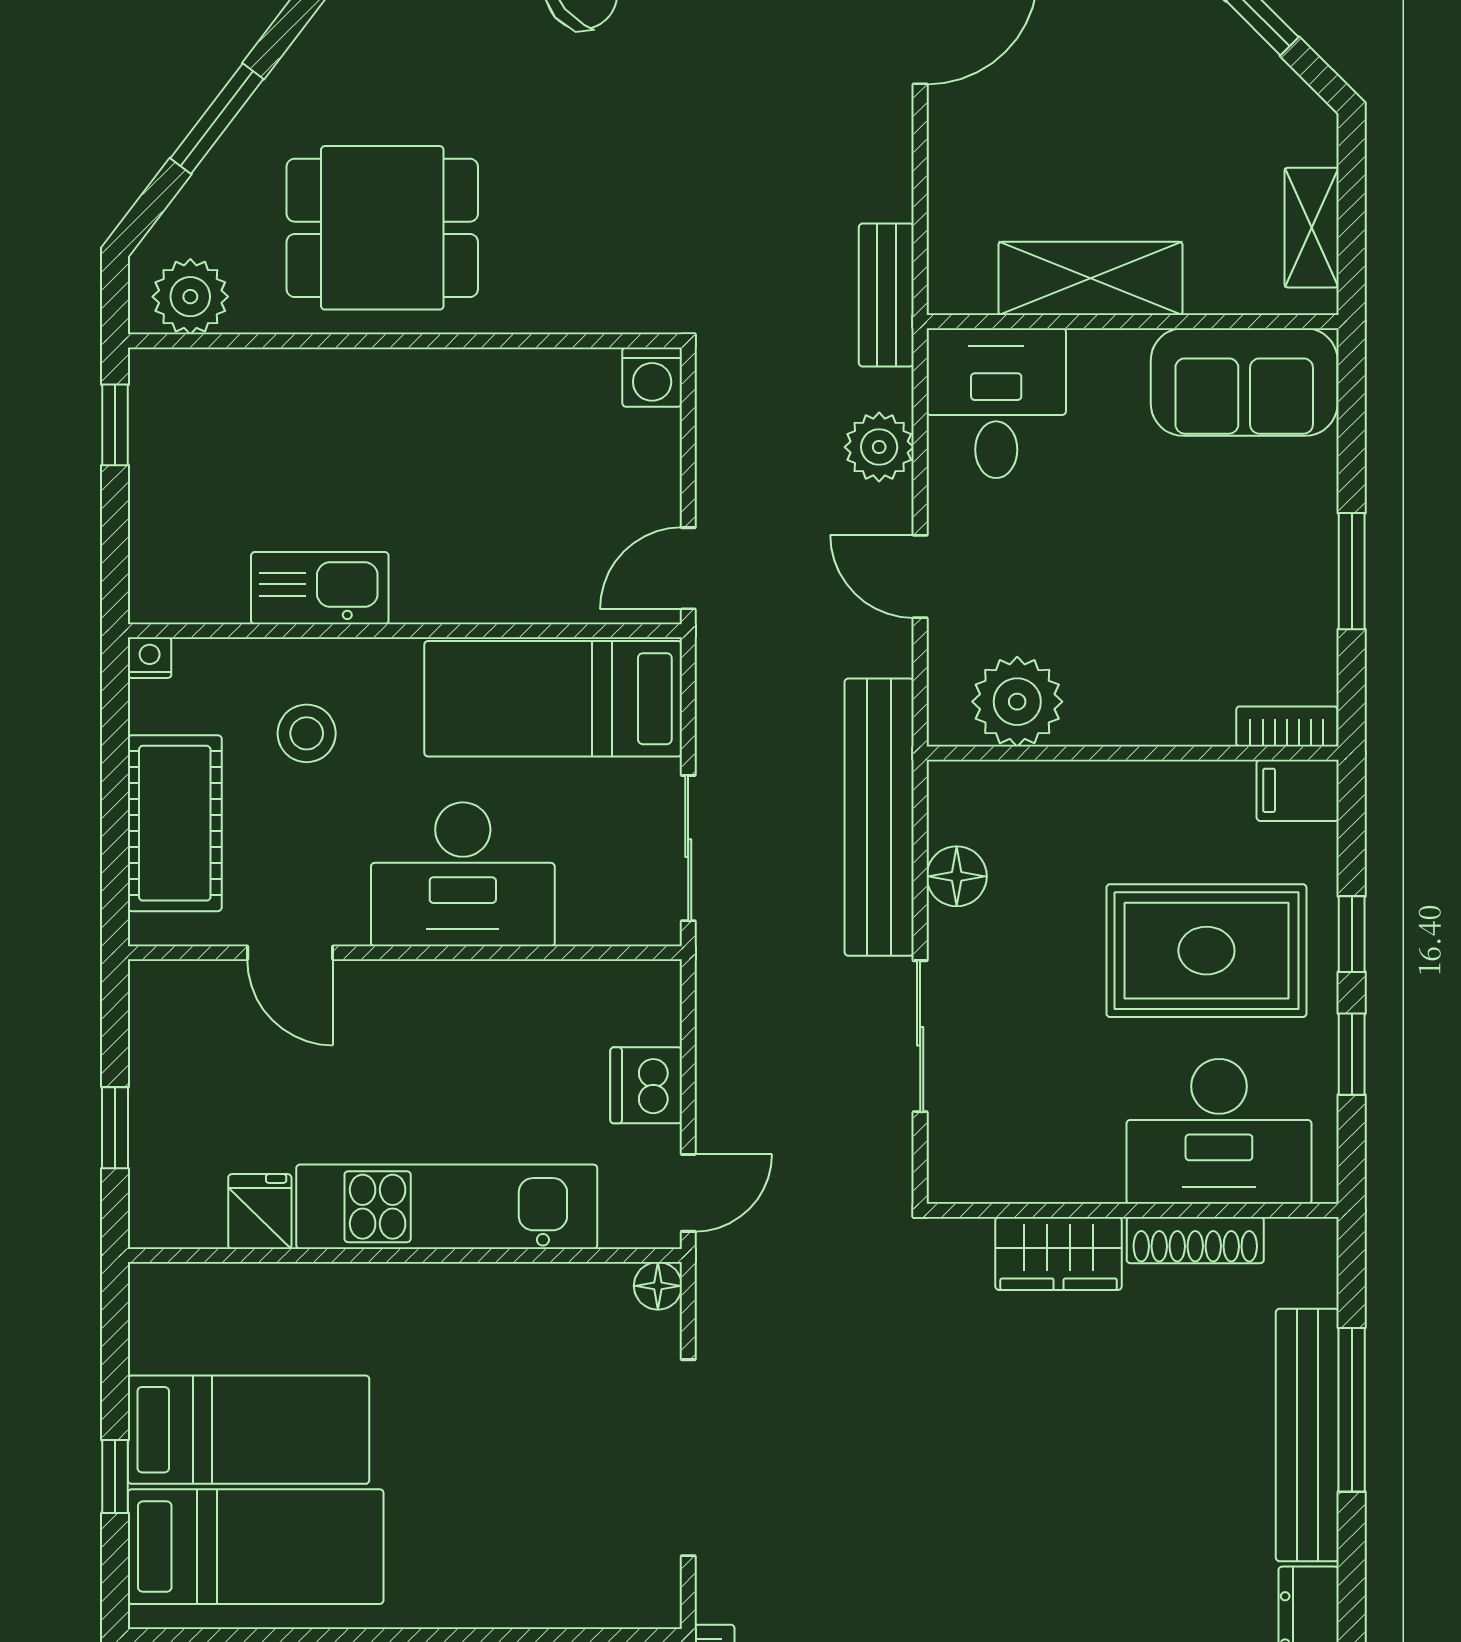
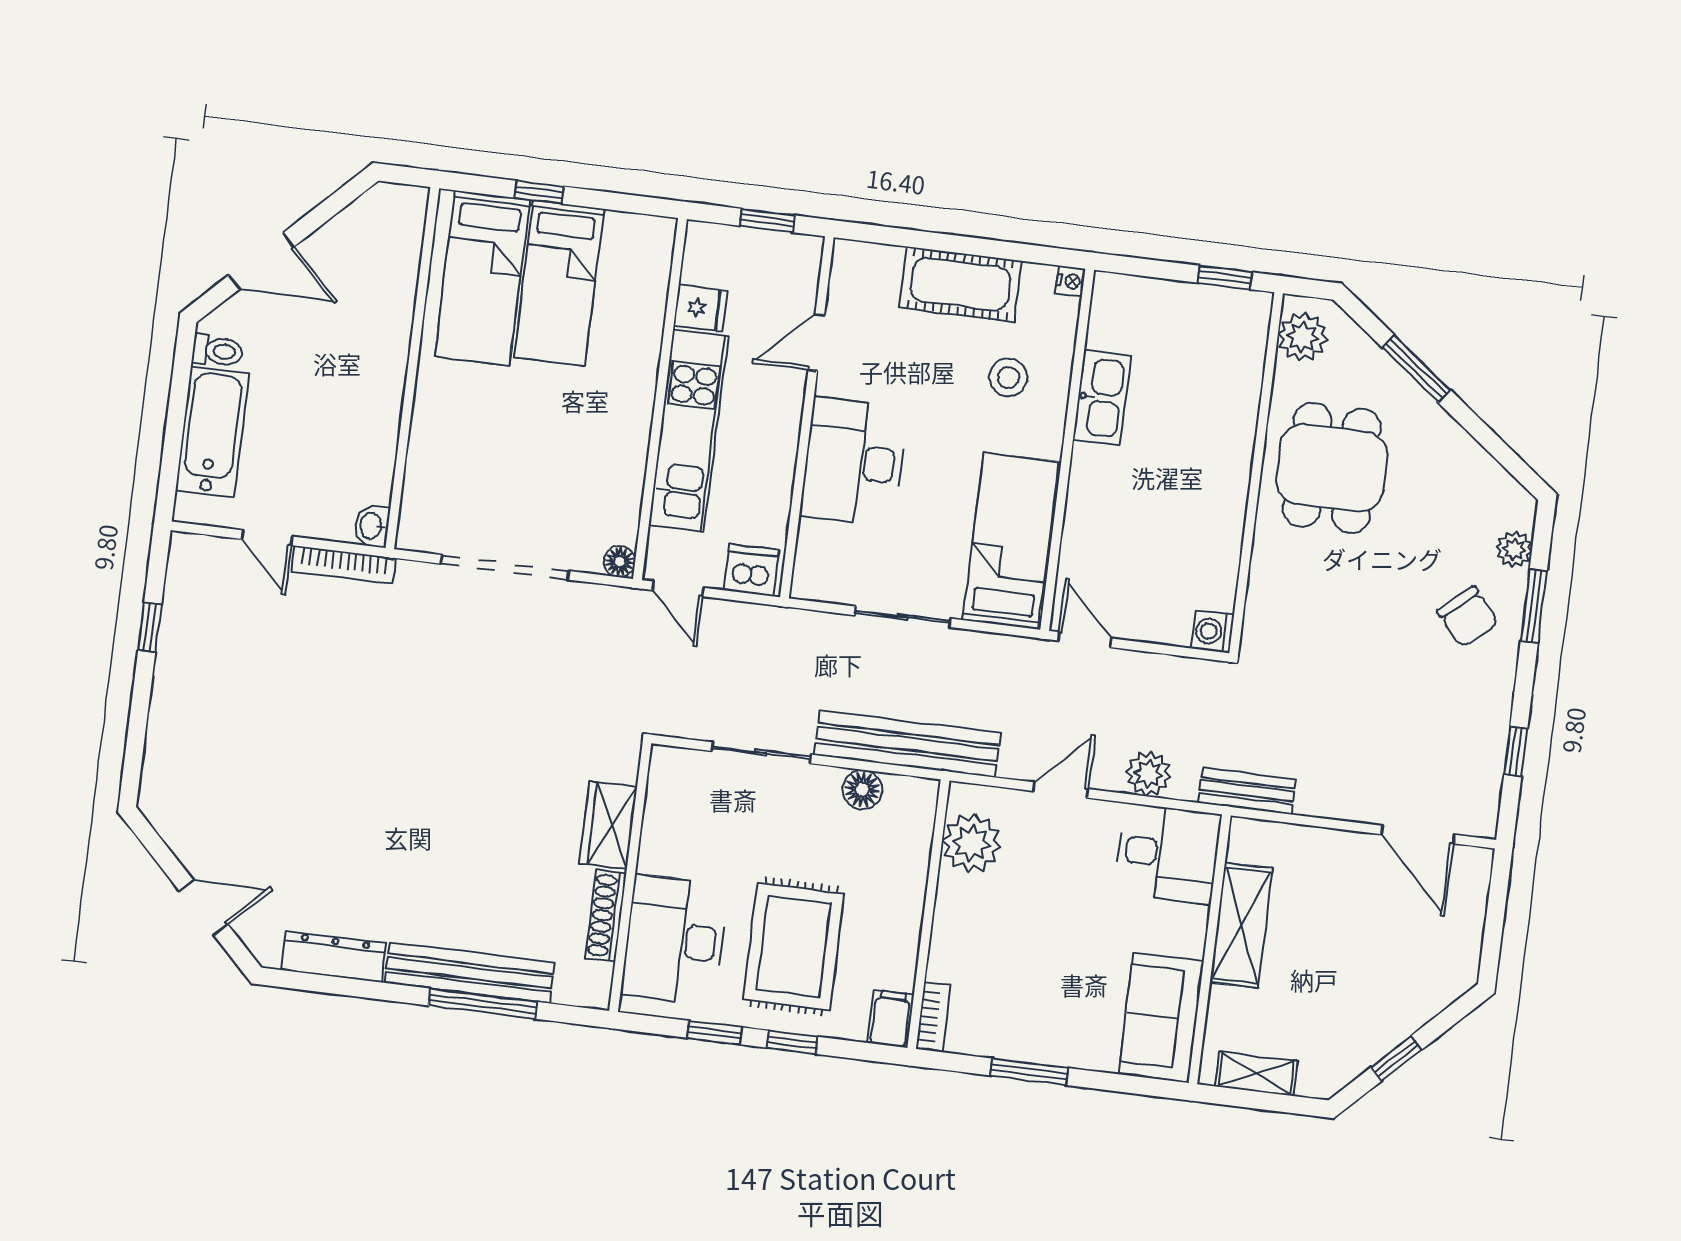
desk: (463, 874) -> (853, 461), moved
door: (290, 953) -> (816, 343), moved
wall: (405, 953) -> (807, 417), moved

